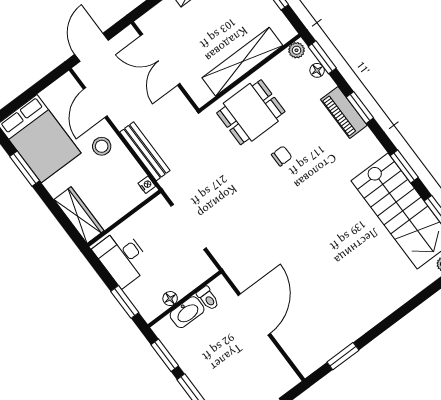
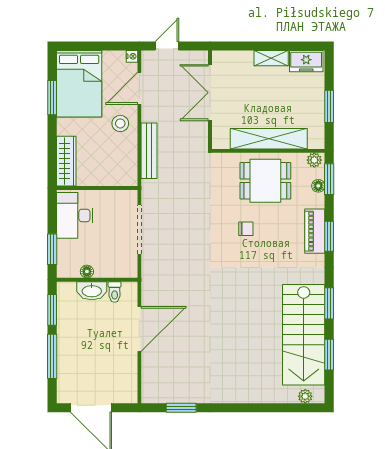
door: (92, 47) -> (167, 46), width x0.73
dining table: (251, 112) -> (265, 181), moved
nightstand: (147, 185) -> (132, 56), moved

